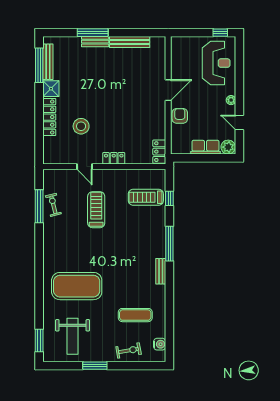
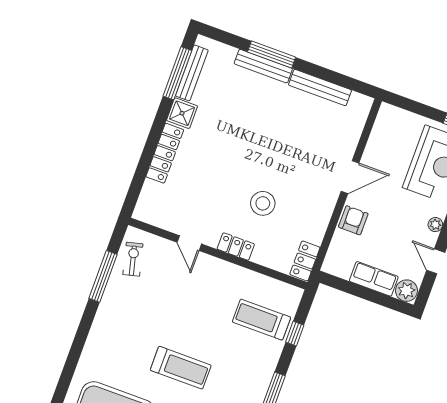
bench: (95, 42) -> (263, 66), width x1.36
stool: (81, 126) -> (263, 203), moved
exercise bike: (53, 205) -> (133, 259), moved
treadmill: (96, 210) -> (181, 368), moved, turned 90

